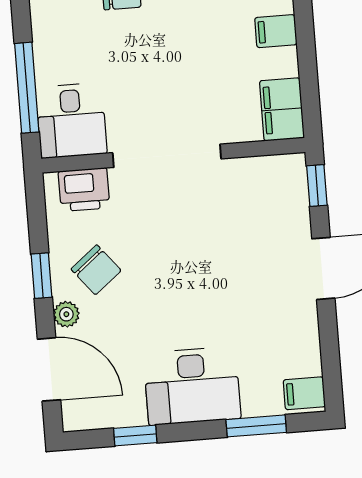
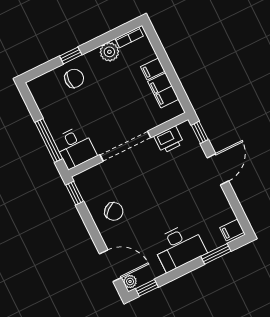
filing cabinet: (282, 109) -> (163, 90), moved
printer: (84, 190) -> (169, 140), moved
window: (42, 276) -> (75, 193), moved
plant: (66, 314) -> (130, 281), moved
window: (135, 436) -> (147, 288), moved

